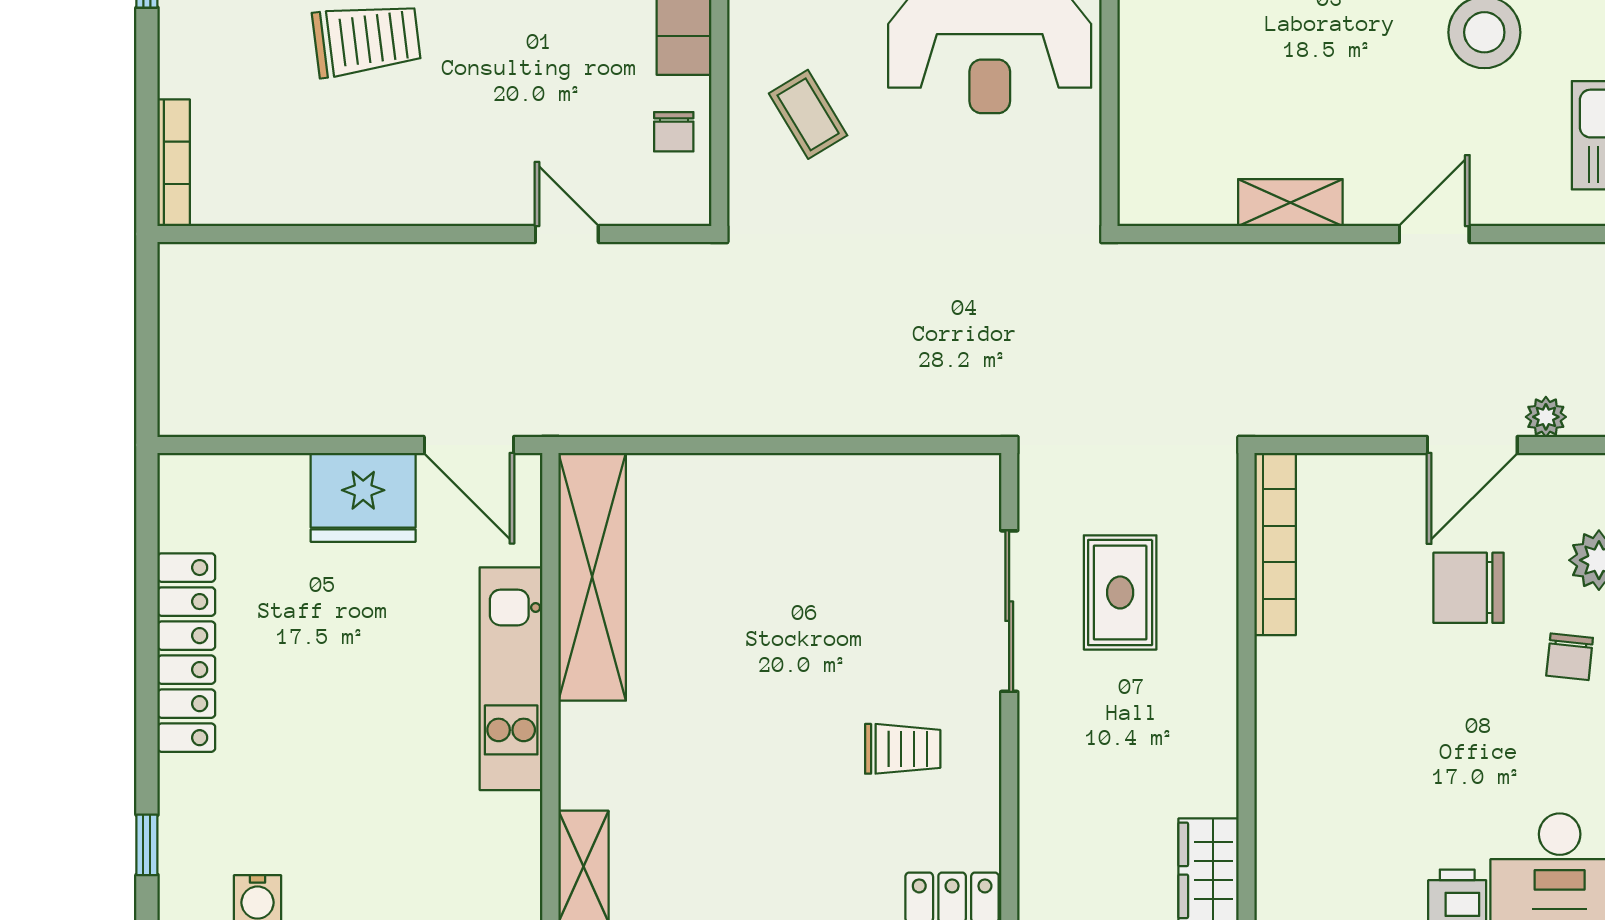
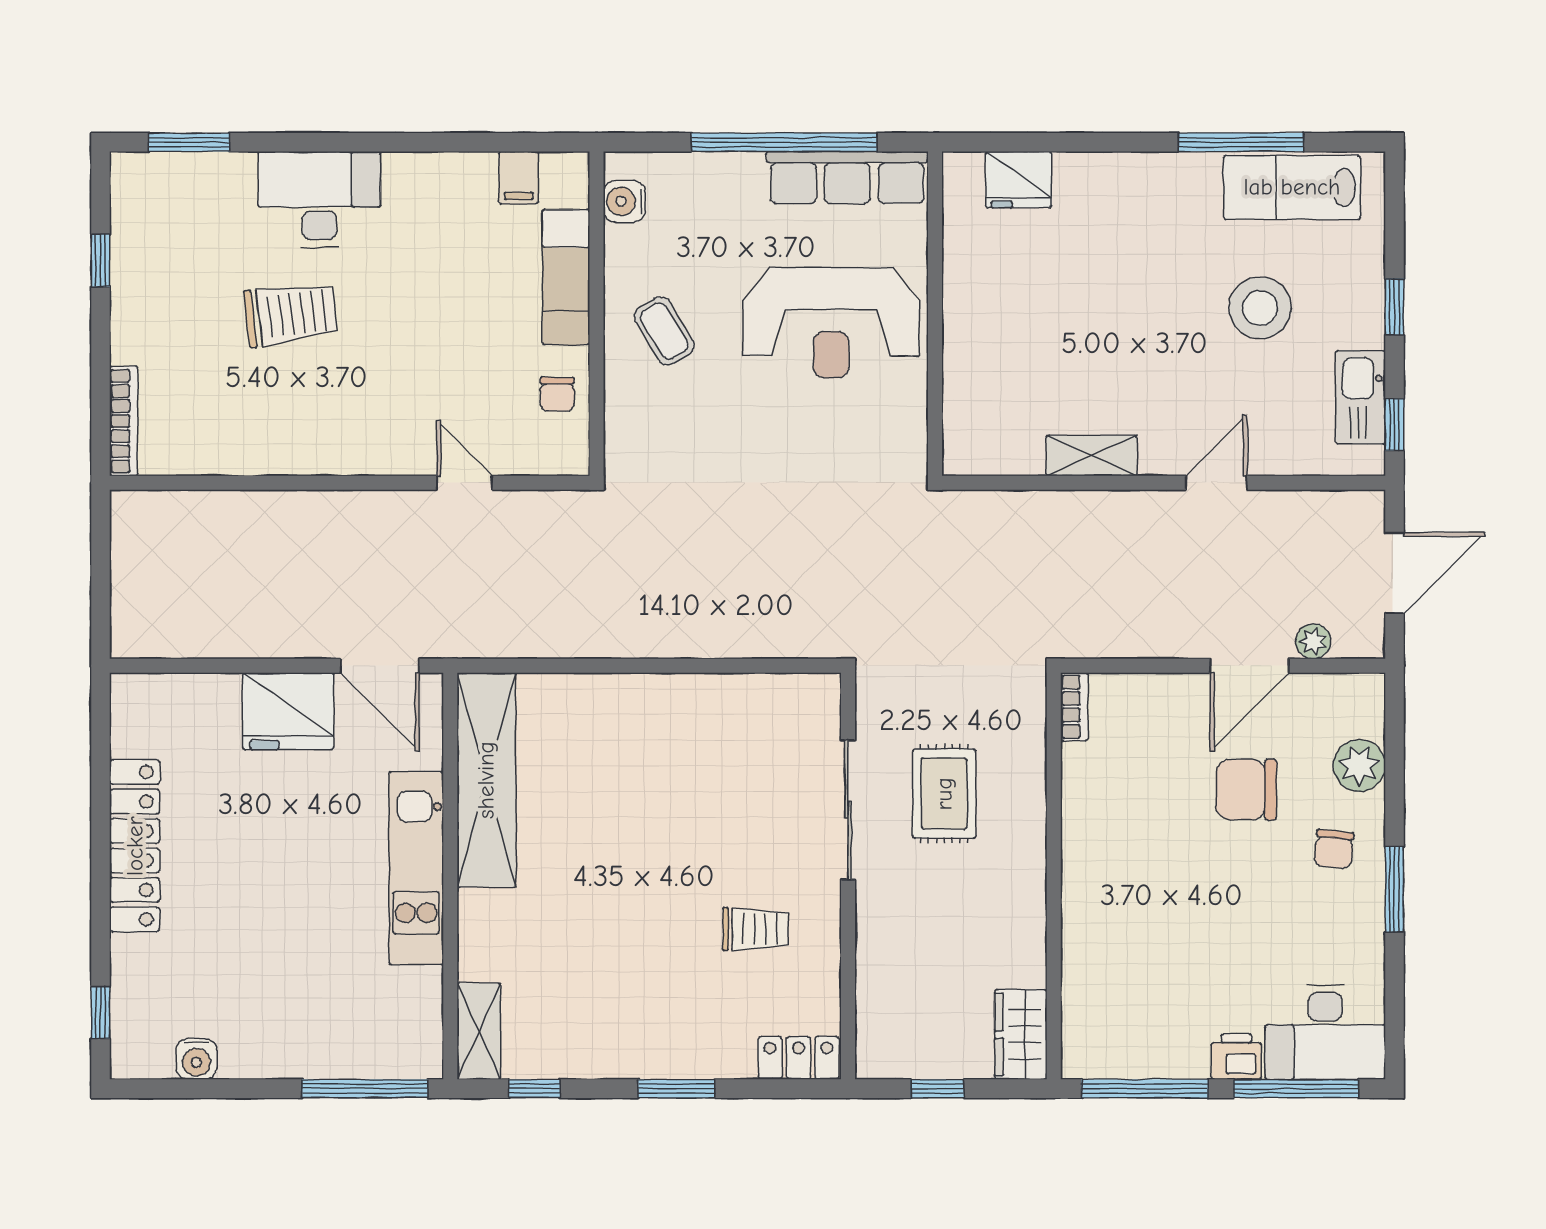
coffee table: (808, 114) -> (664, 331), moved
bookcase: (1275, 544) -> (1074, 707), width x0.43, depth x0.76

